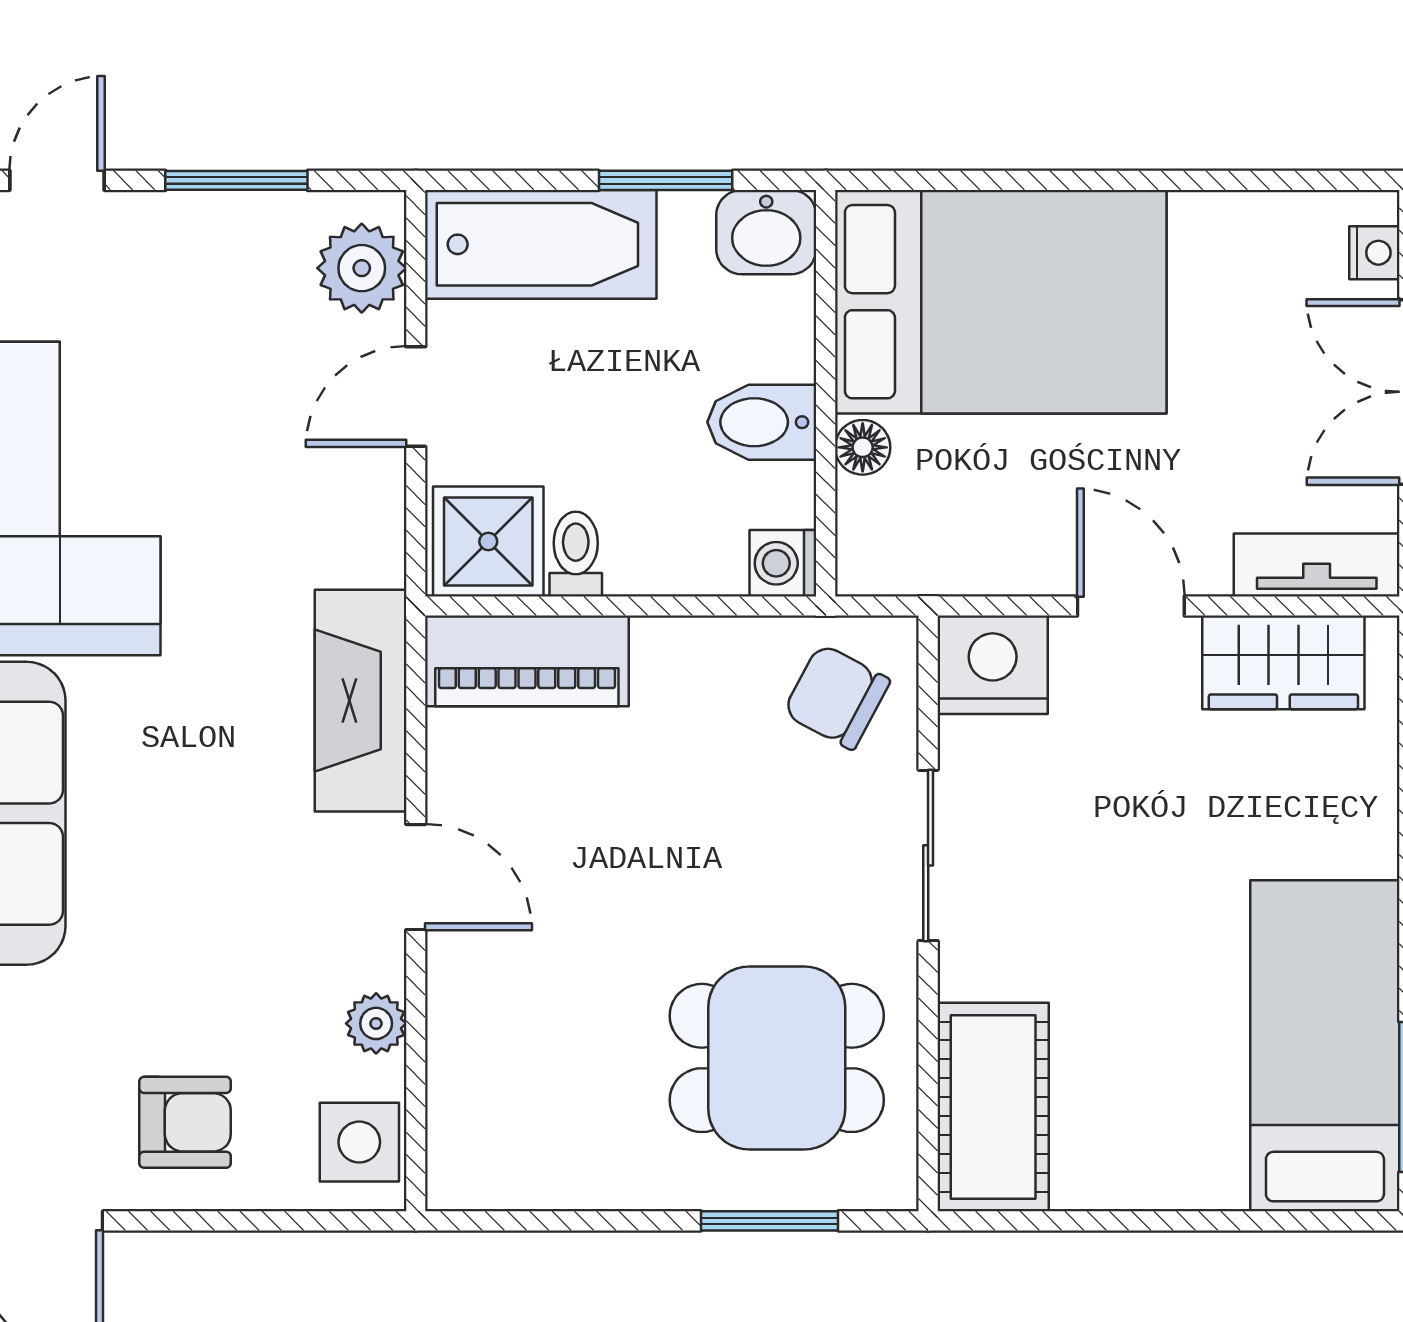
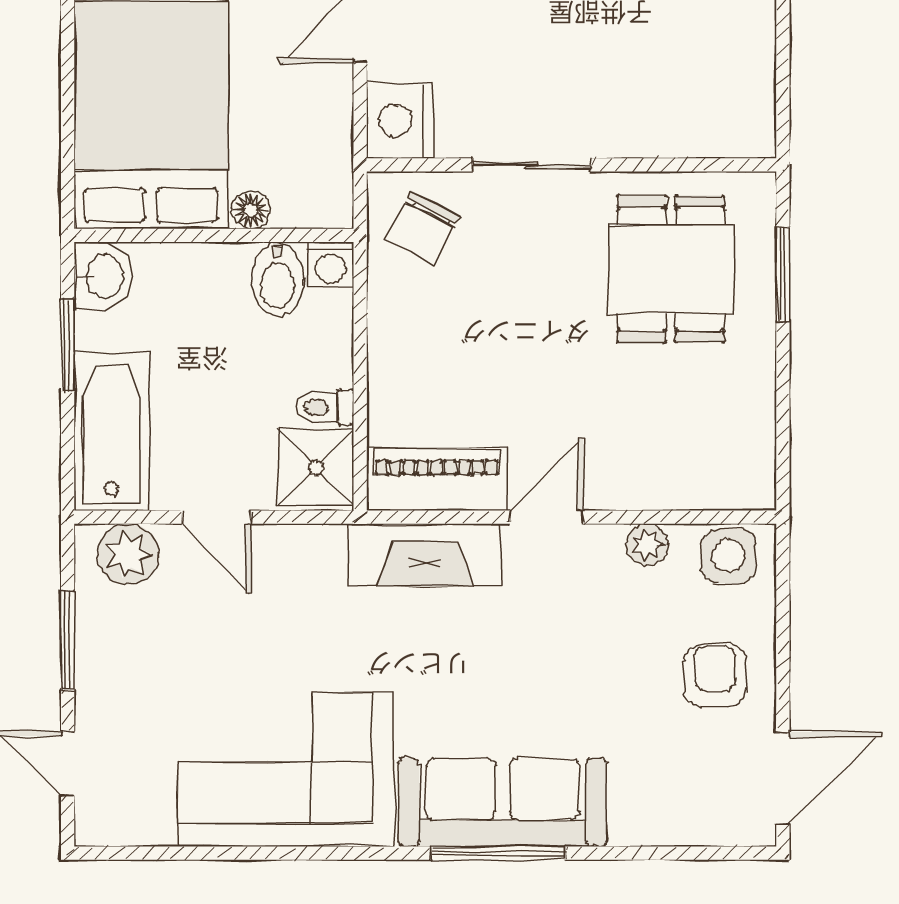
bidet: (762, 422) -> (278, 279), moved
piano: (527, 661) -> (437, 479), moved, turned -90
cot: (993, 1107) -> (704, 120), removed

